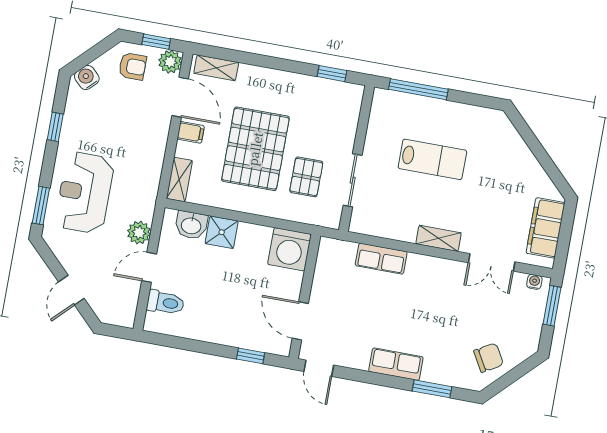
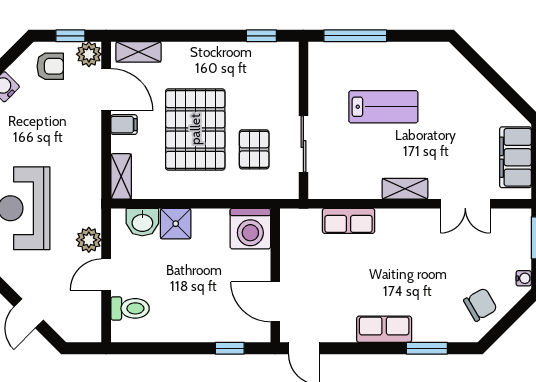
water cooler: (534, 282) -> (524, 278), moved, turned 90

